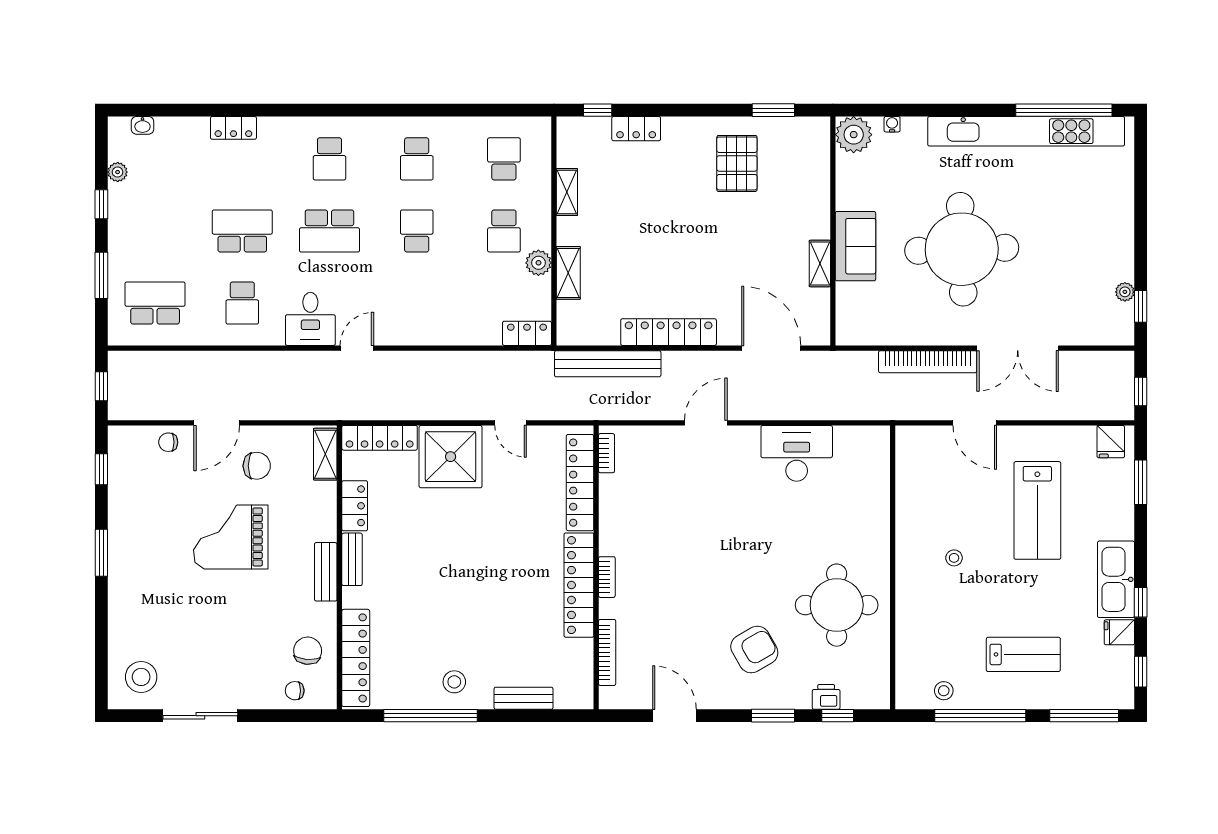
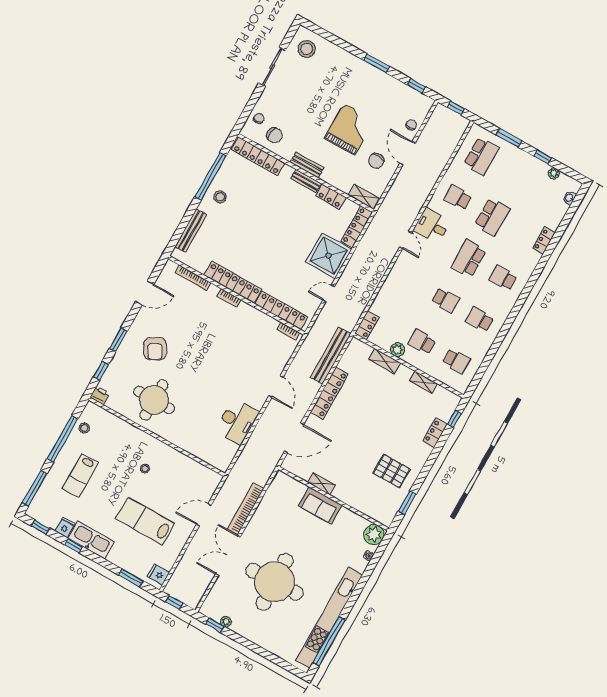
round table: (962, 249) -> (274, 582), moved
printer: (826, 697) -> (100, 395), moved, turned -90
bench: (523, 698) -> (191, 231), width x1.36

